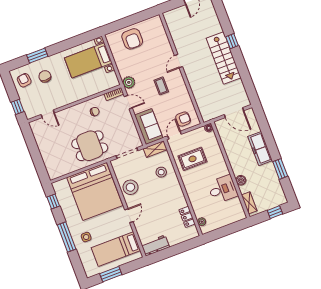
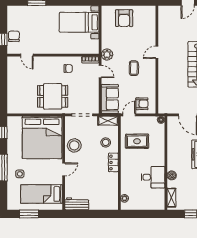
chair: (45, 76) -> (14, 36), moved
armchair: (24, 80) -> (17, 19), removed
locker: (187, 217) -> (113, 162), moved

